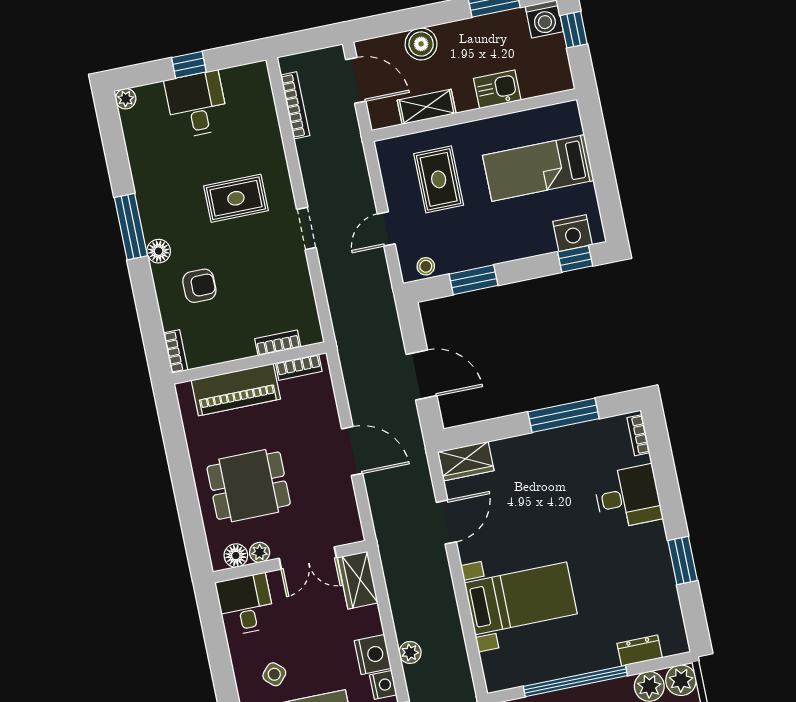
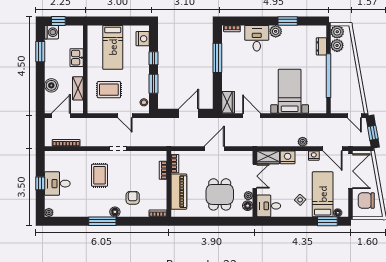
window: (575, 259) -> (154, 58), moved
plant: (653, 537) -> (276, 31), added
nightstand: (373, 655) -> (288, 157), moved

